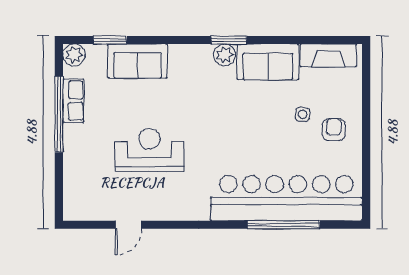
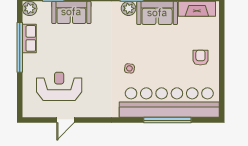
side table: (303, 114) -> (129, 68), moved
reception desk: (149, 150) -> (59, 86), moved

